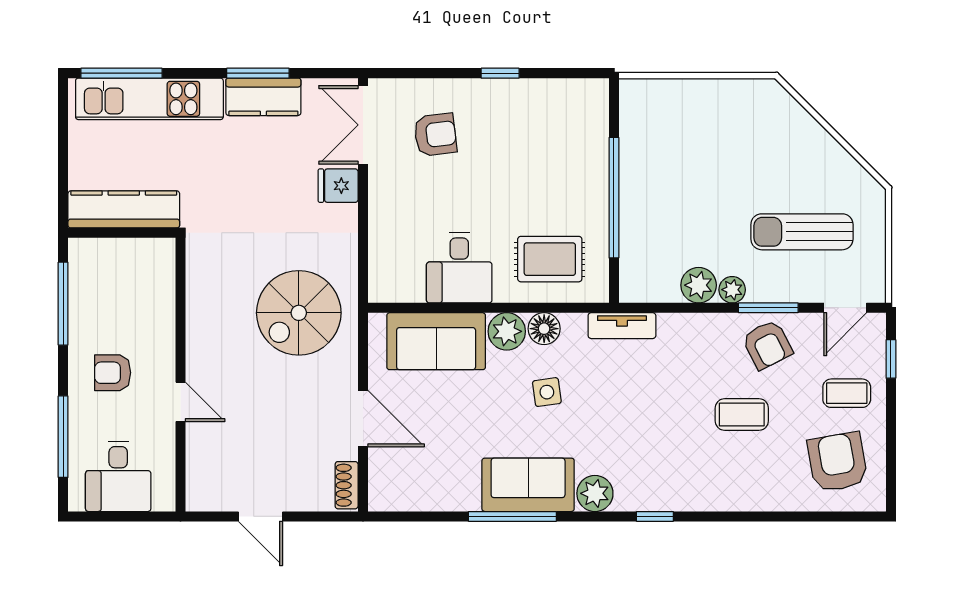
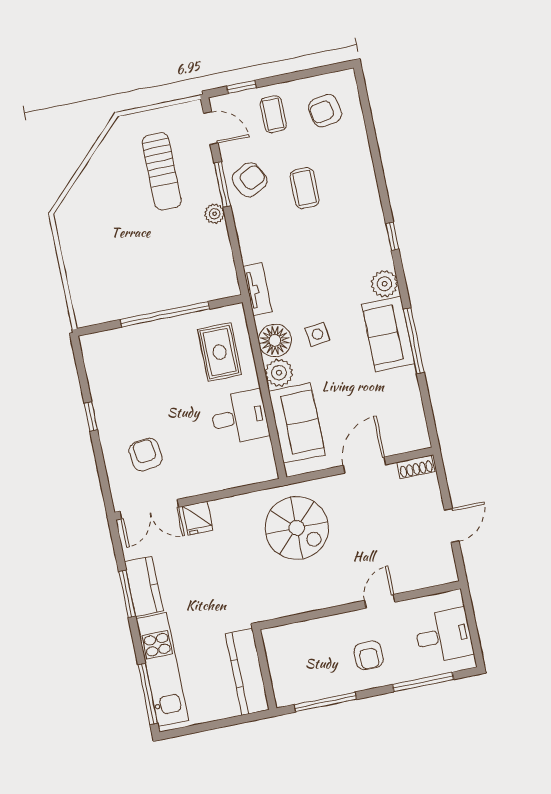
plant: (699, 285) -> (216, 239), removed
floor lamp: (544, 329) -> (275, 340), width x1.38, depth x1.38
armchair: (838, 462) -> (325, 111), width x0.72, depth x0.72

